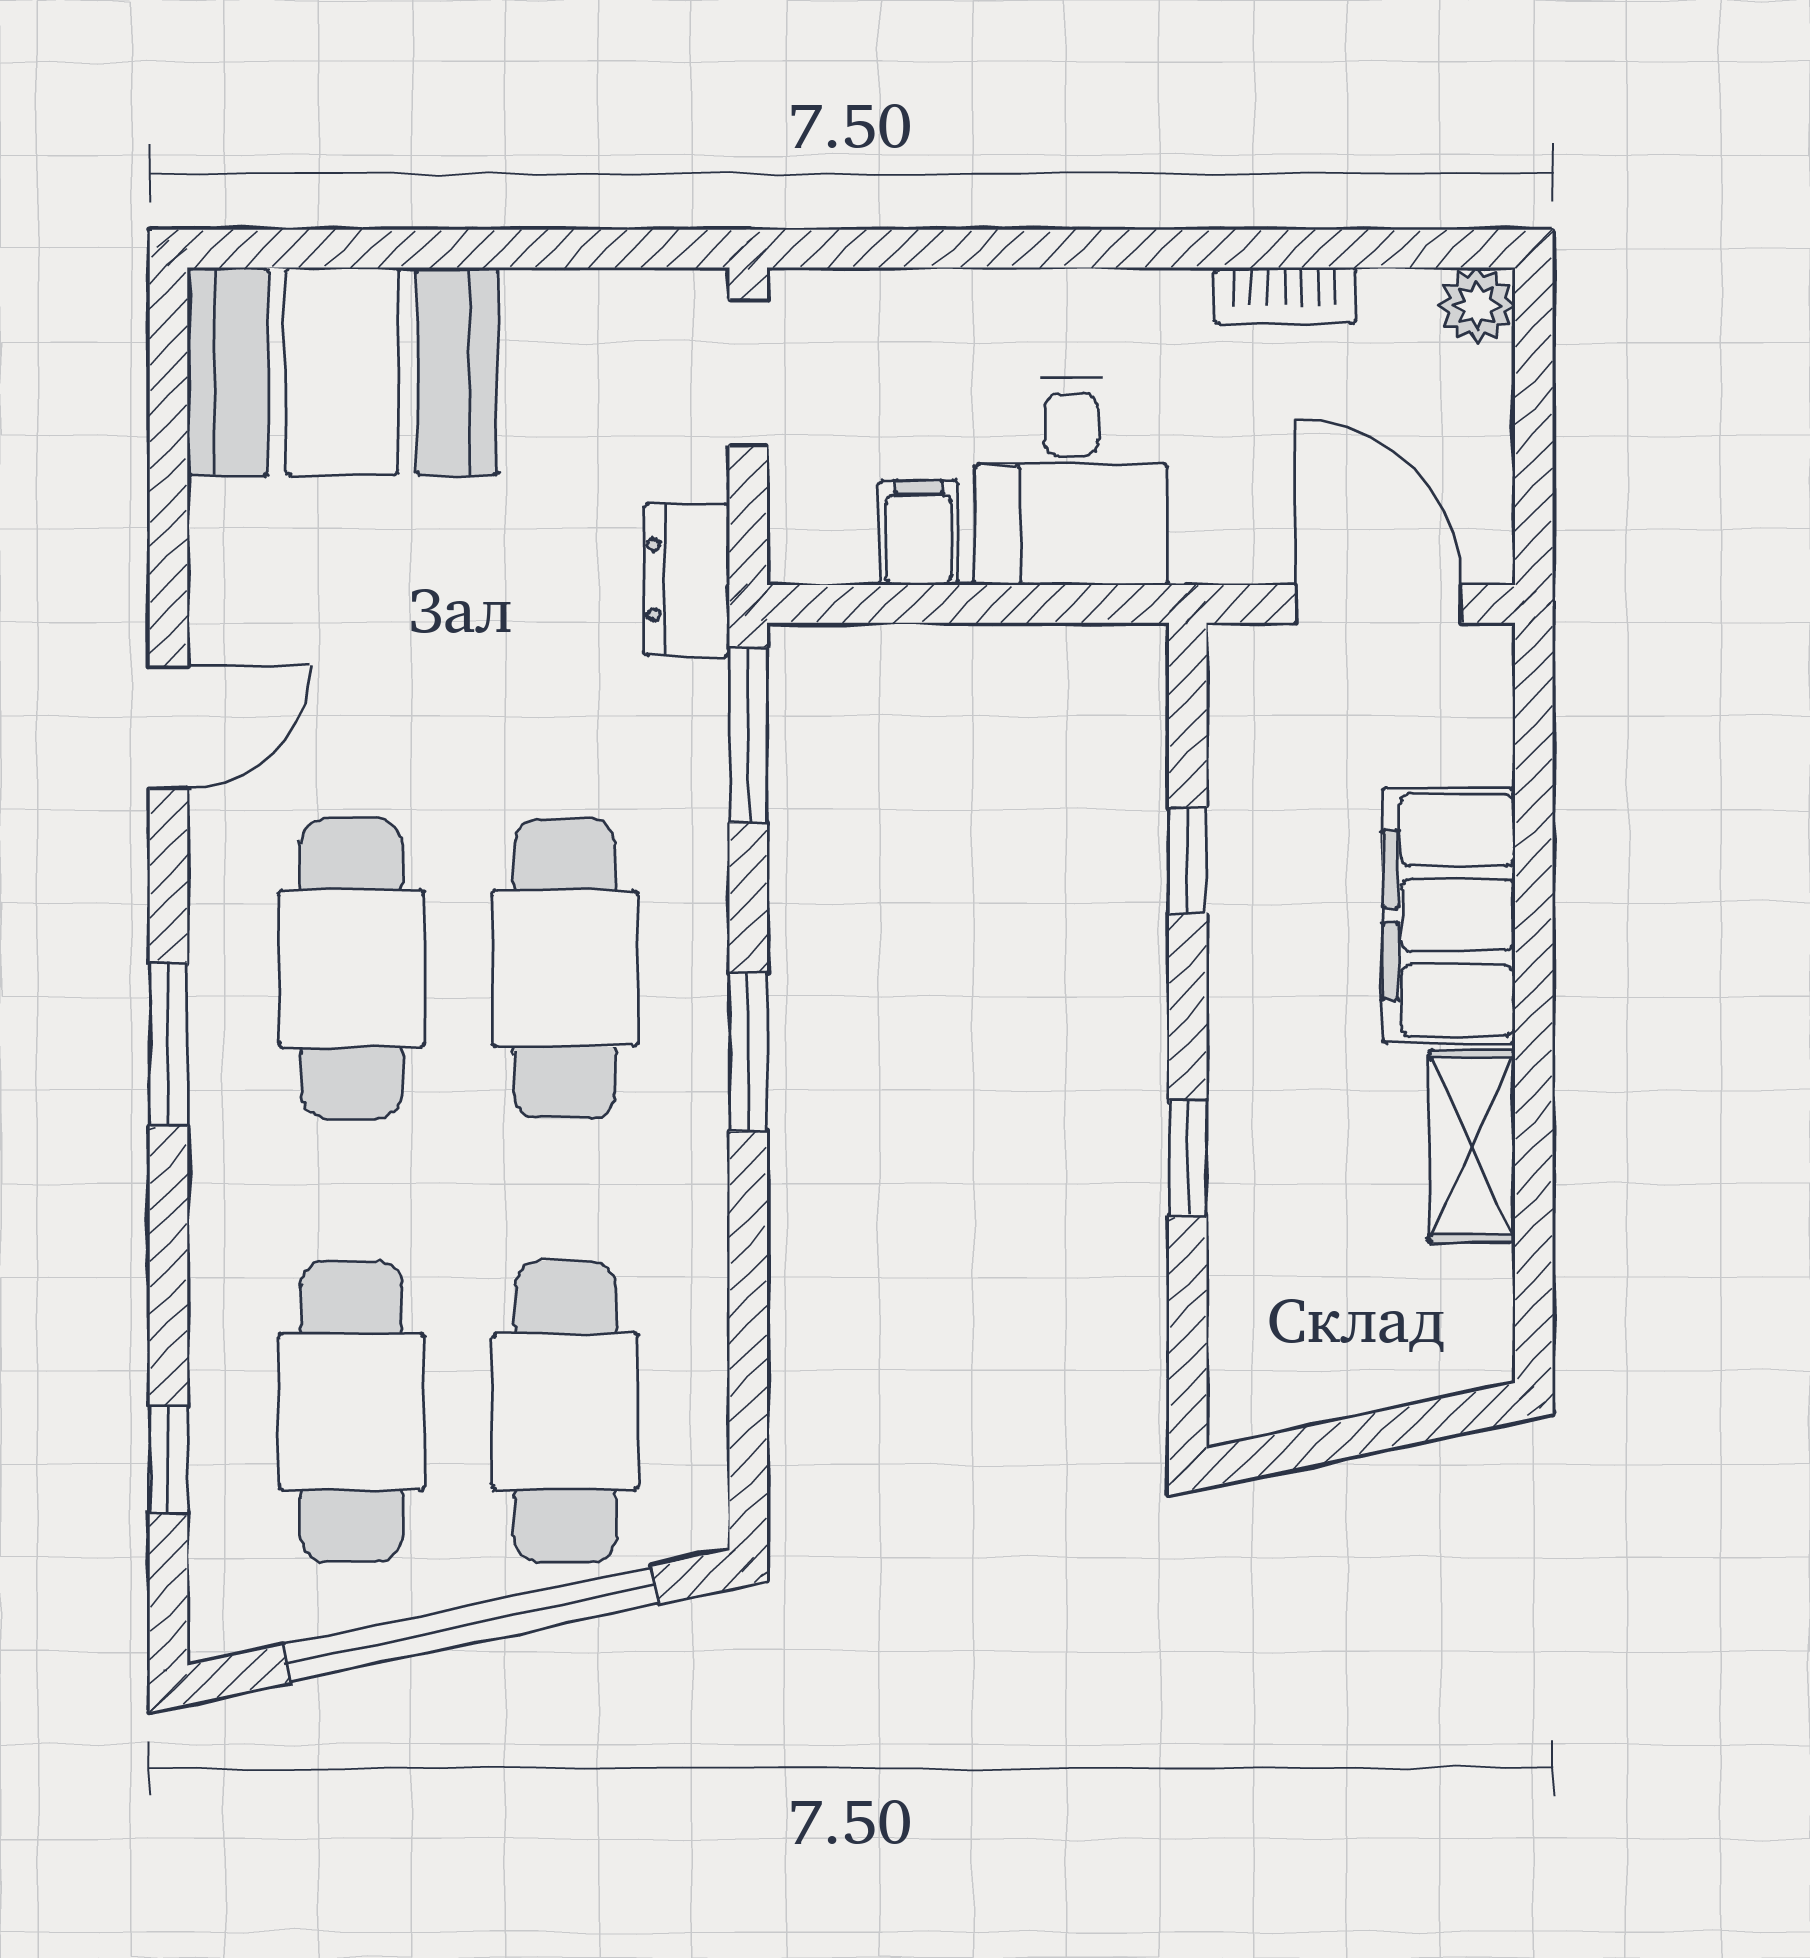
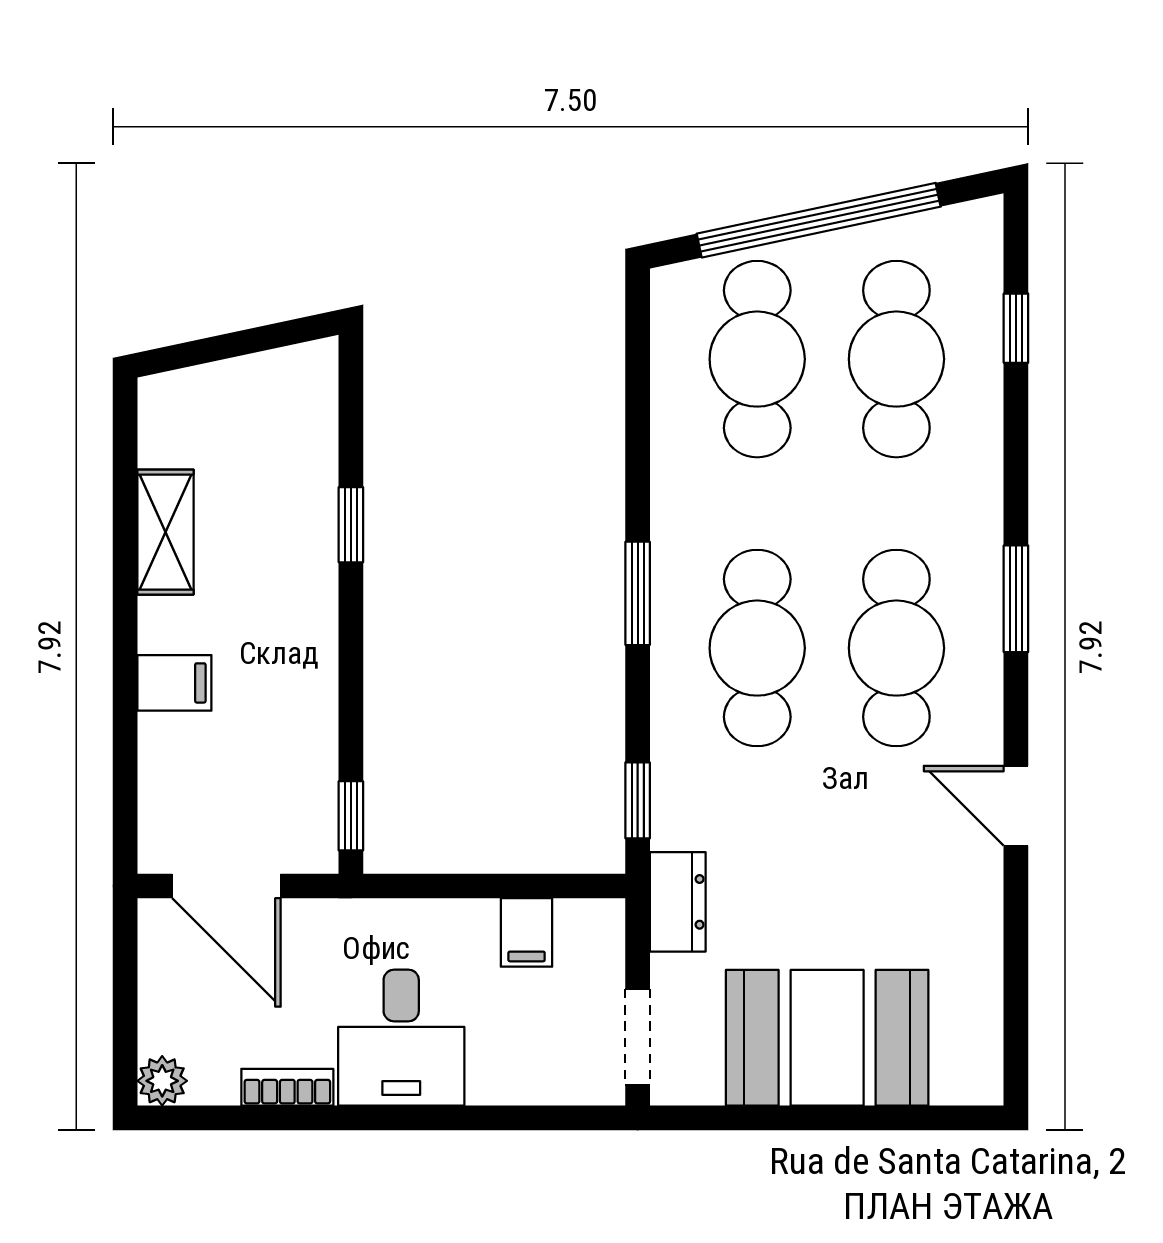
booth: (342, 371) -> (827, 1038), moved
desk: (1071, 481) -> (401, 1038), moved, turned 180
door: (168, 727) -> (1016, 806), hinge flipped
window: (748, 735) -> (638, 800), width x0.67
window: (1188, 861) -> (351, 816), moved
filing cabinet: (1449, 915) -> (174, 683), width x0.33, depth x0.86

